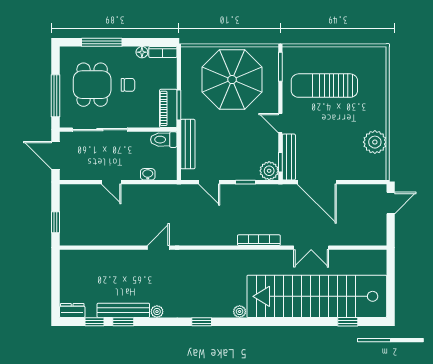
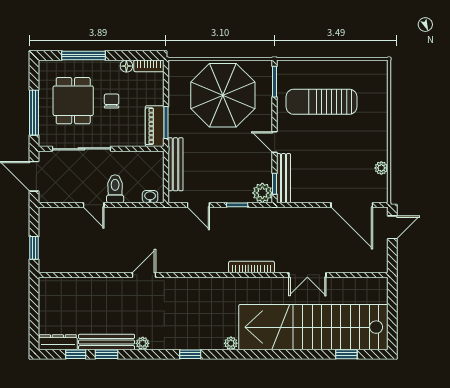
chair: (128, 85) -> (112, 101), turned -90
toilet: (164, 140) -> (115, 189), moved, turned 90
plant: (375, 142) -> (381, 168), width x0.53, depth x0.53
washbasin: (148, 174) -> (150, 197), moved
door: (317, 182) -> (352, 205), moved
dresser: (72, 311) -> (58, 342), width x1.44

